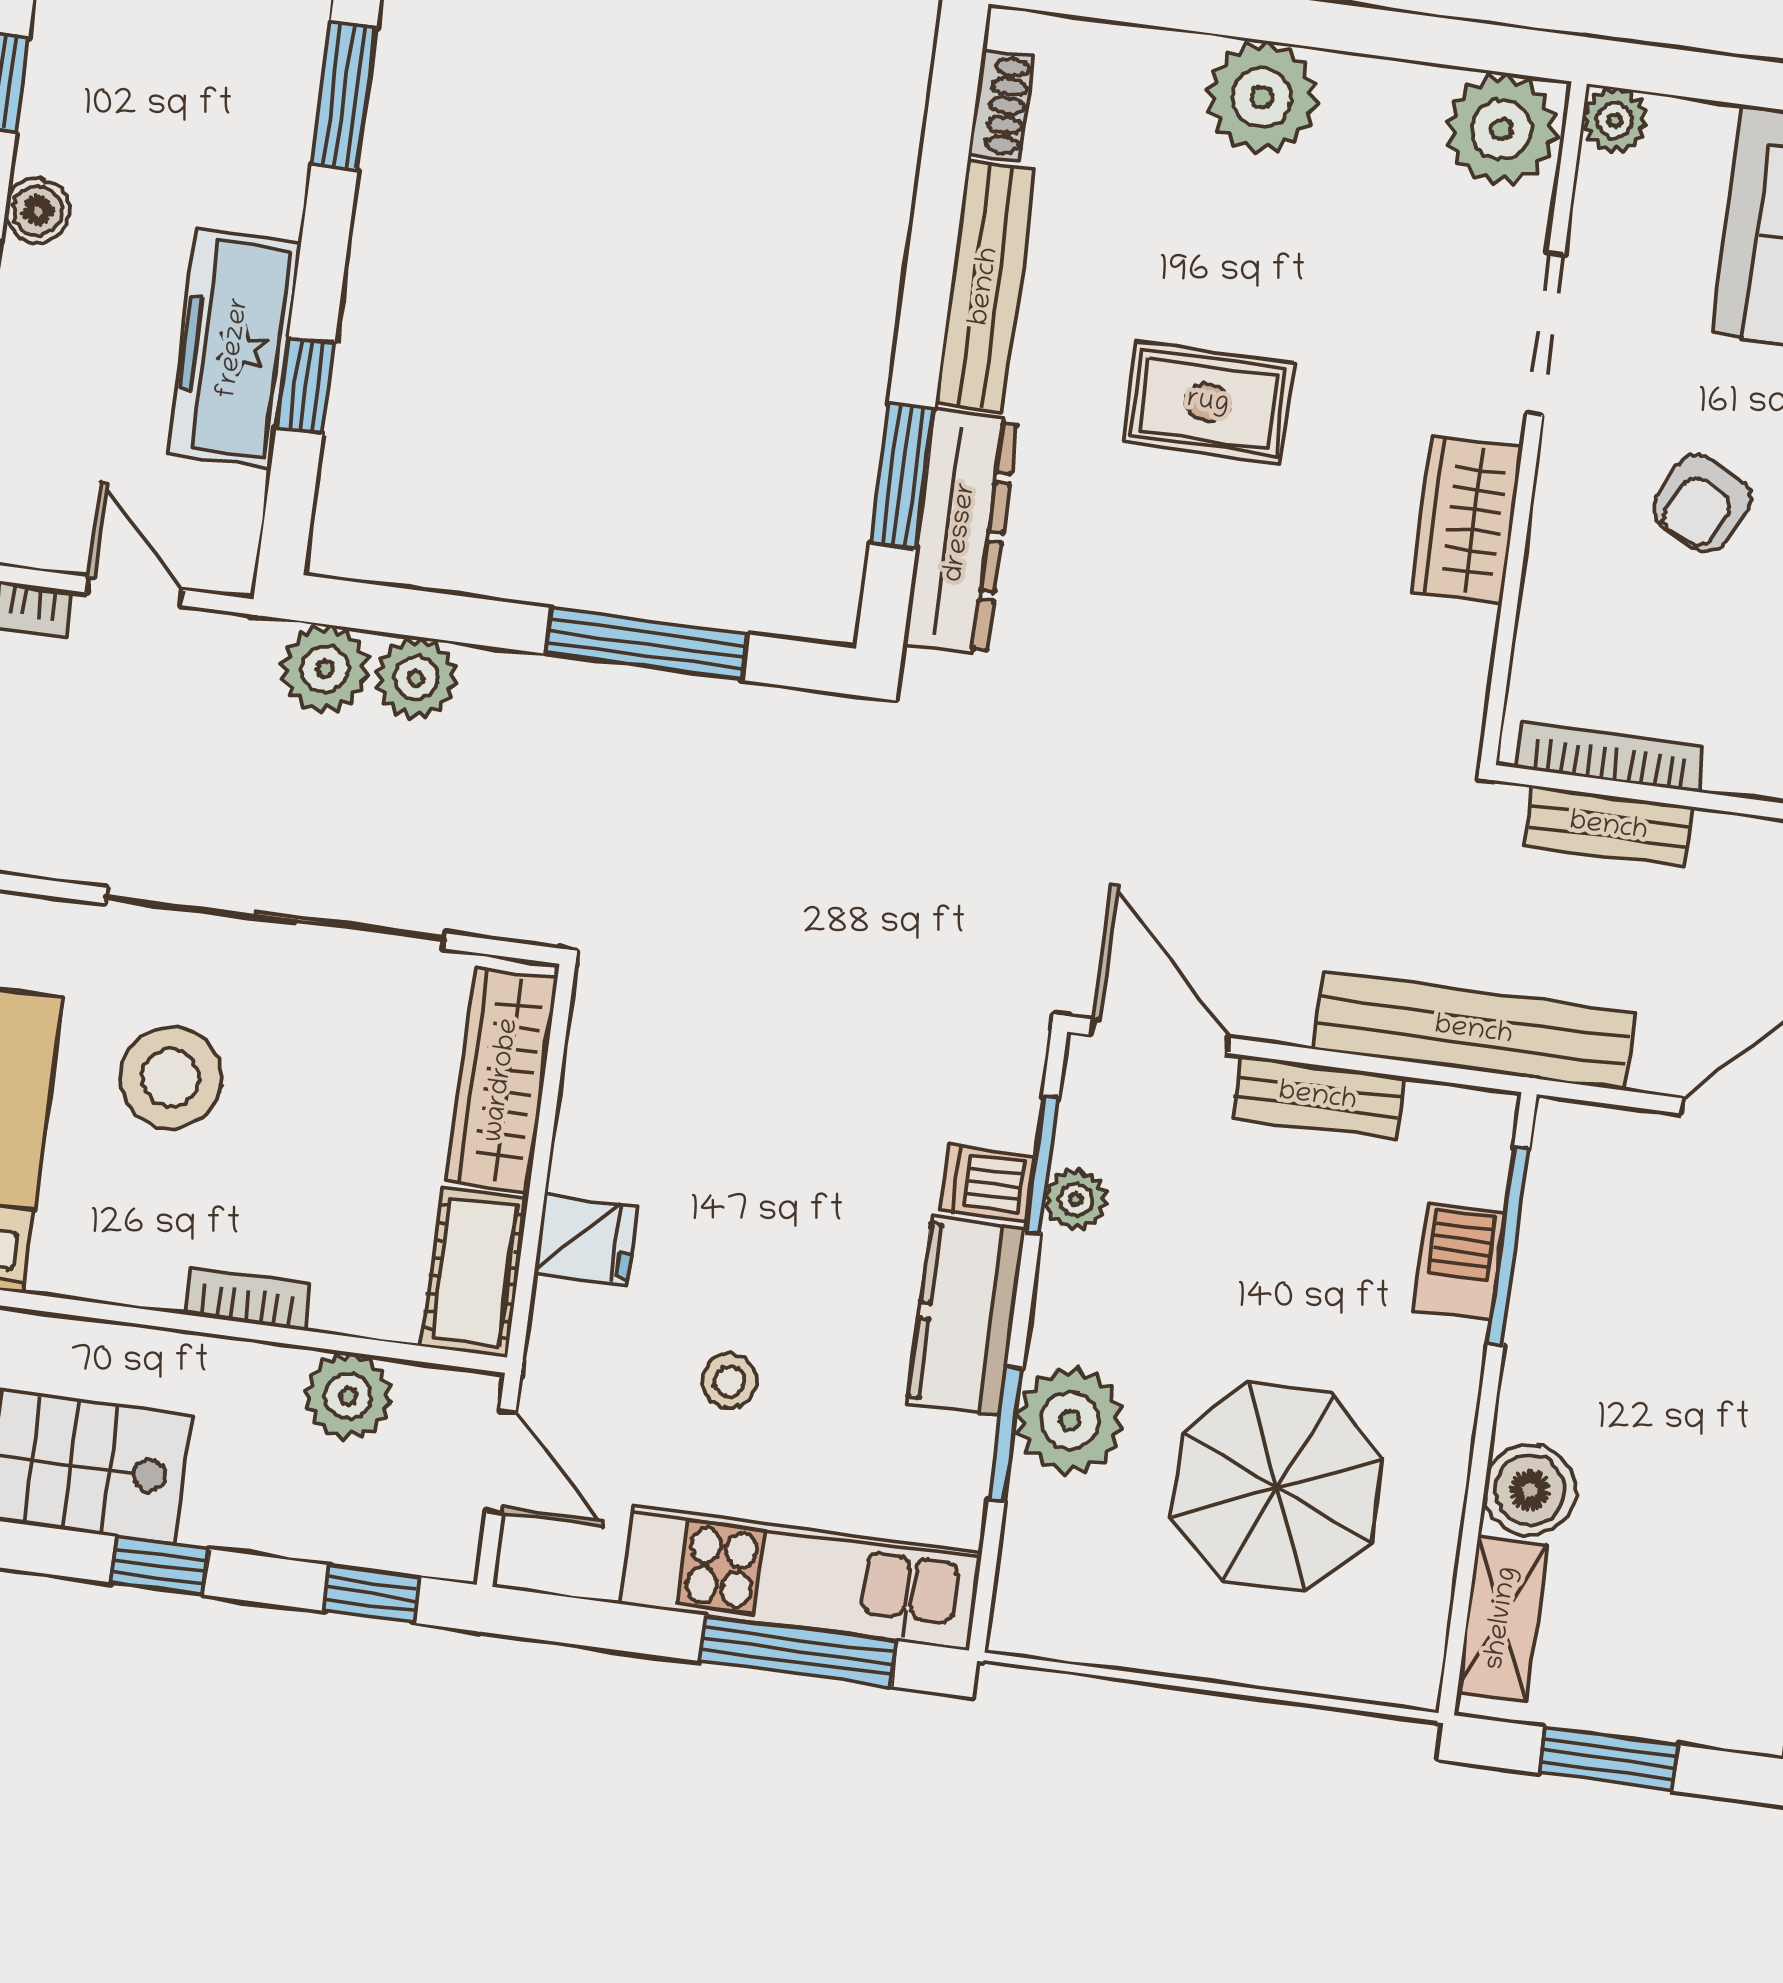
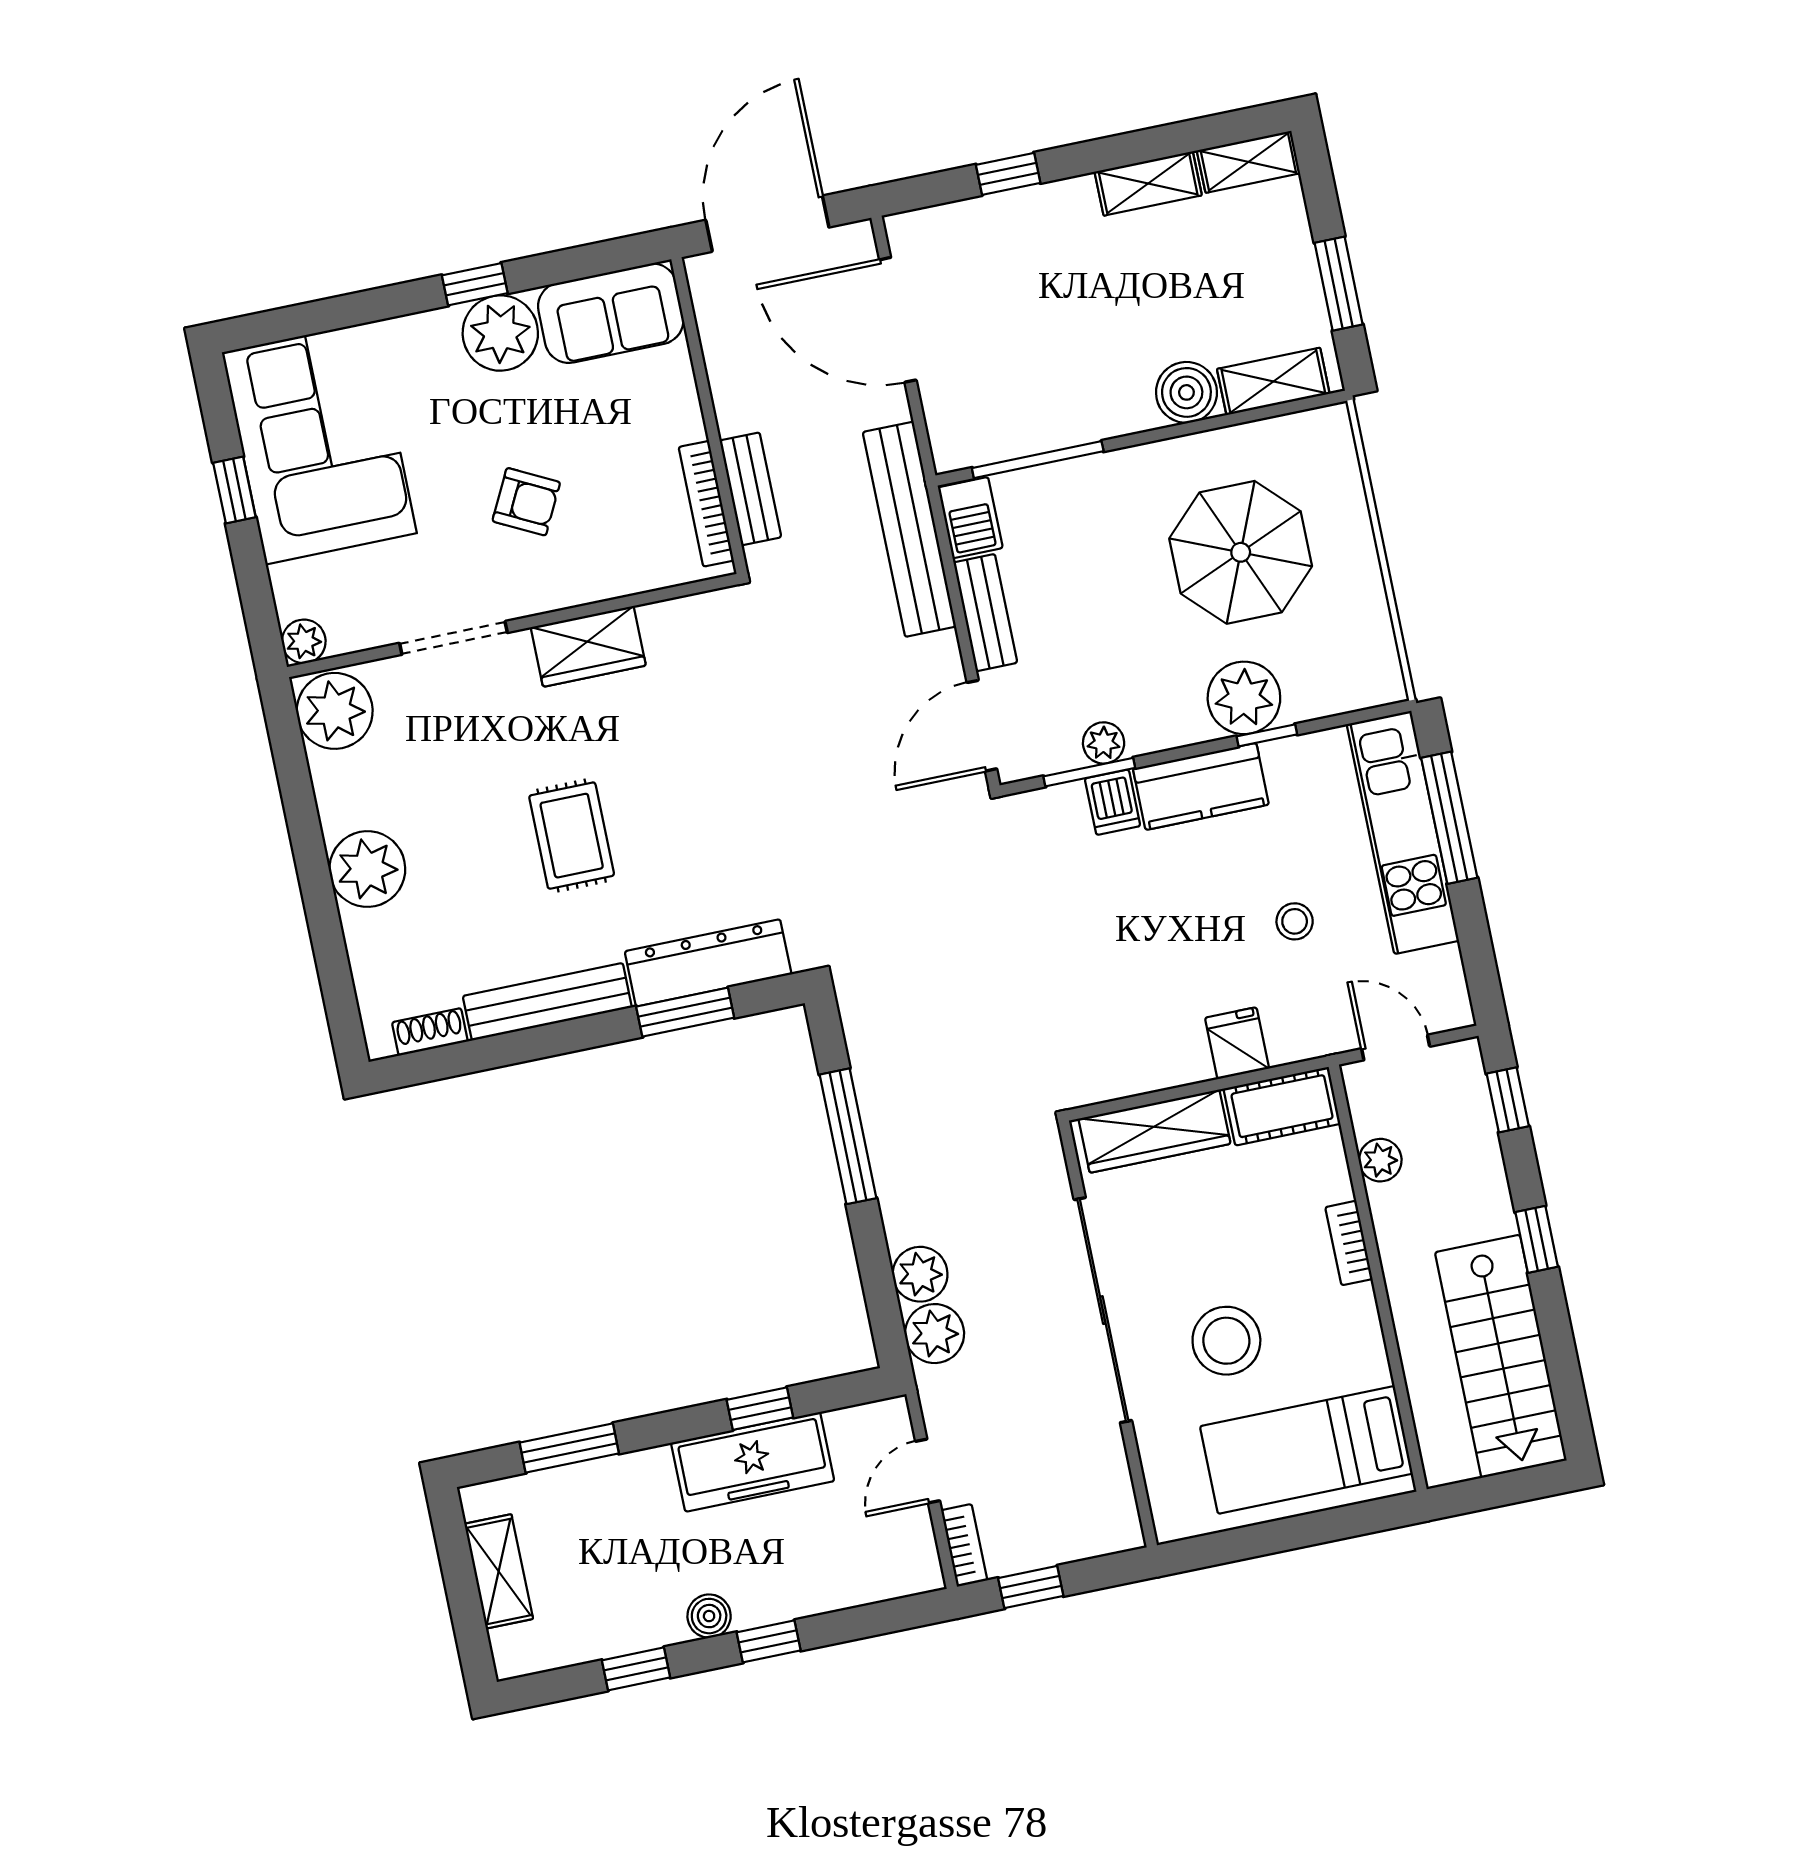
barbecue: (1460, 1261) -> (970, 518), moved, turned -90
plant: (348, 1396) -> (1380, 1160), width x0.73, depth x0.73
window: (1006, 1434) -> (1267, 735), width x0.67
door: (501, 1462) -> (1396, 1048), hinge flipped

